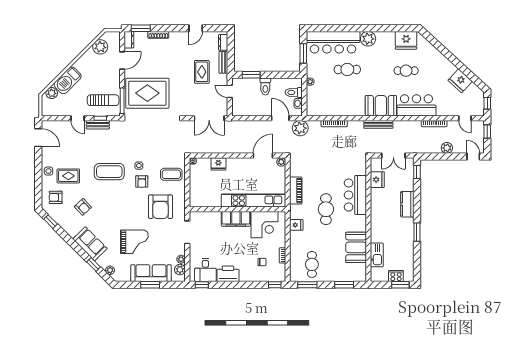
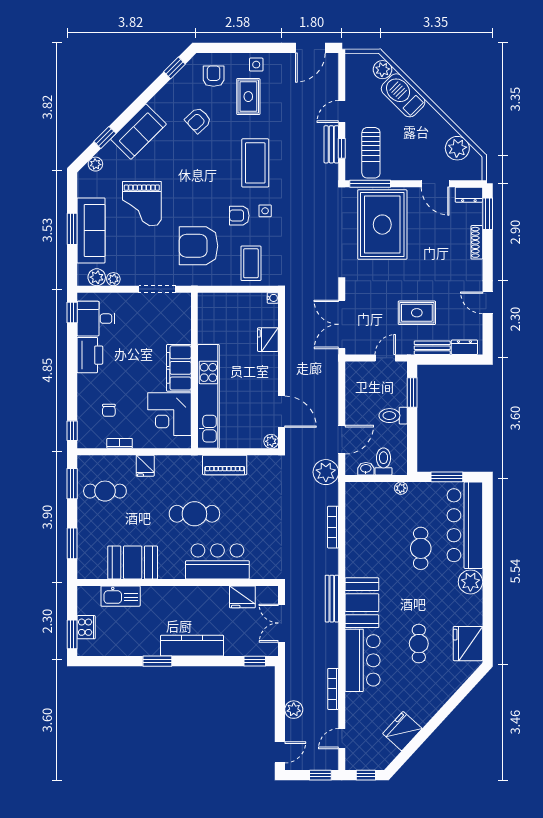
kitchen counter: (407, 204) -> (192, 646), width x1.50
fridge: (296, 225) -> (145, 466), moved

